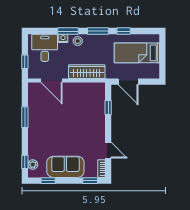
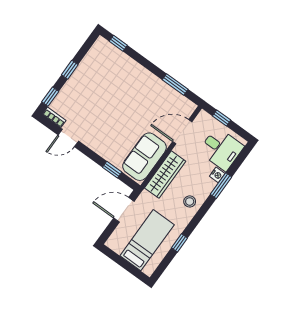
window: (98, 31) -> (199, 217), removed
stool: (78, 41) -> (190, 201), moved
window: (25, 117) -> (175, 84), moved
plant: (33, 165) -> (110, 49), removed
sofa: (65, 167) -> (144, 157), moved, turned 180
window: (48, 181) -> (70, 70), moved

